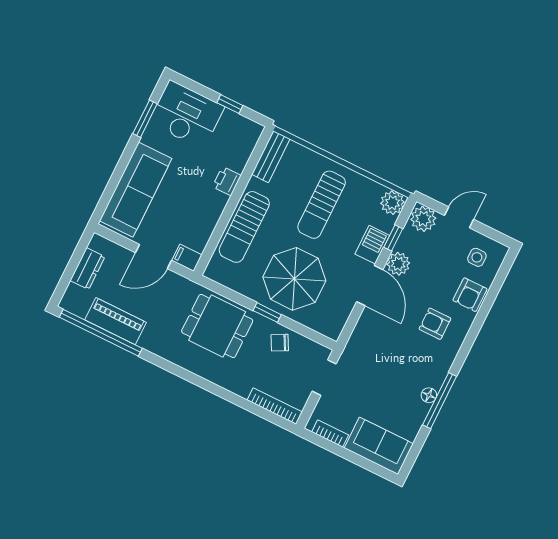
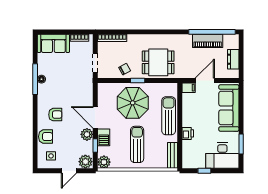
armchair: (470, 295) -> (46, 137), turned 90

